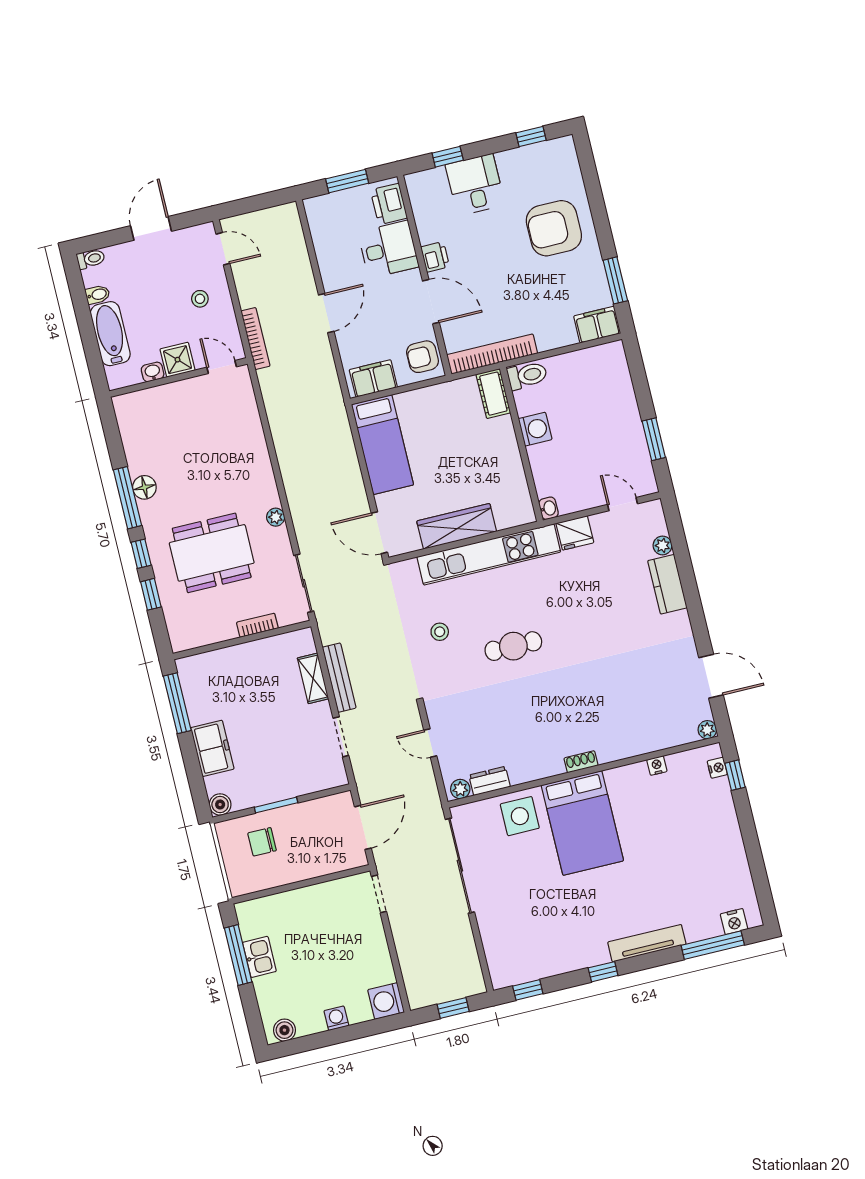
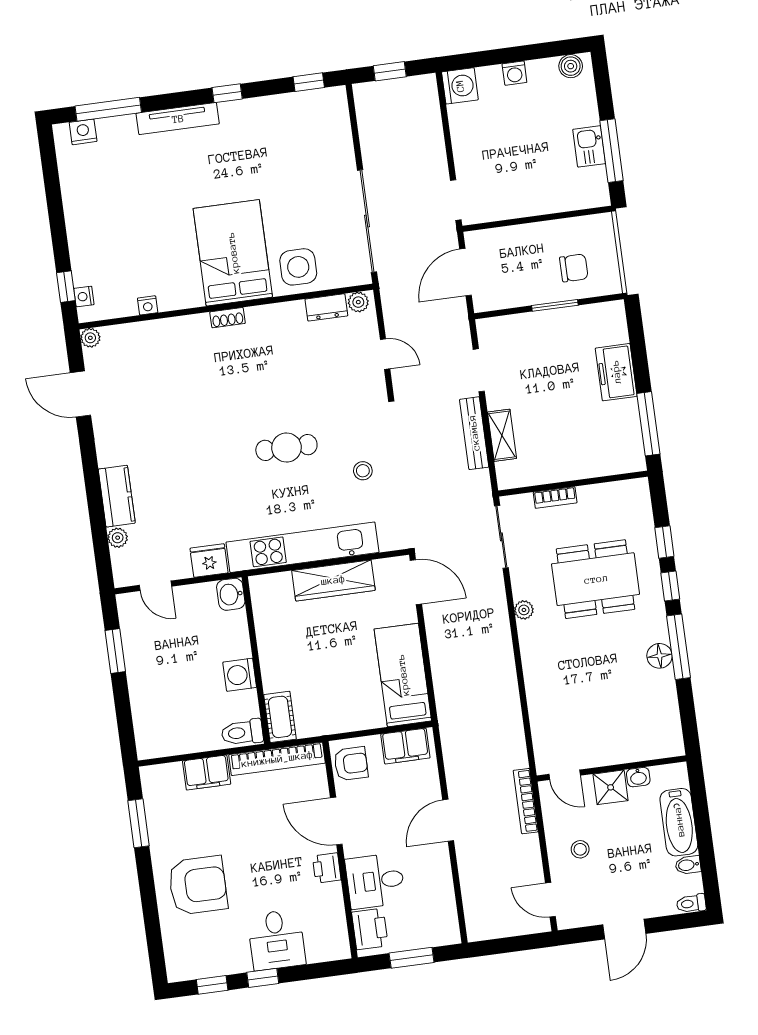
window: (448, 157) -> (263, 978), moved
filing cabinet: (597, 325) -> (207, 773), moved
washbasin: (548, 508) -> (231, 594), width x1.38, depth x1.45
boiler: (220, 805) -> (614, 312), removed

